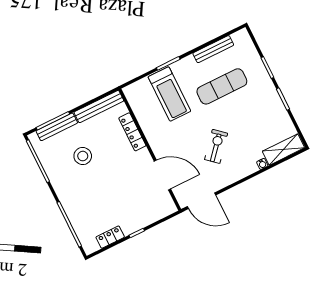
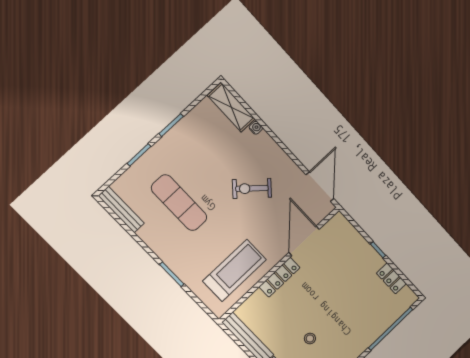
bench: (213, 49) -> (121, 210), moved
treadmill: (169, 94) -> (234, 270), moved
locker: (132, 132) -> (279, 277), moved
stool: (83, 156) -> (310, 338), width x0.53, depth x0.53

